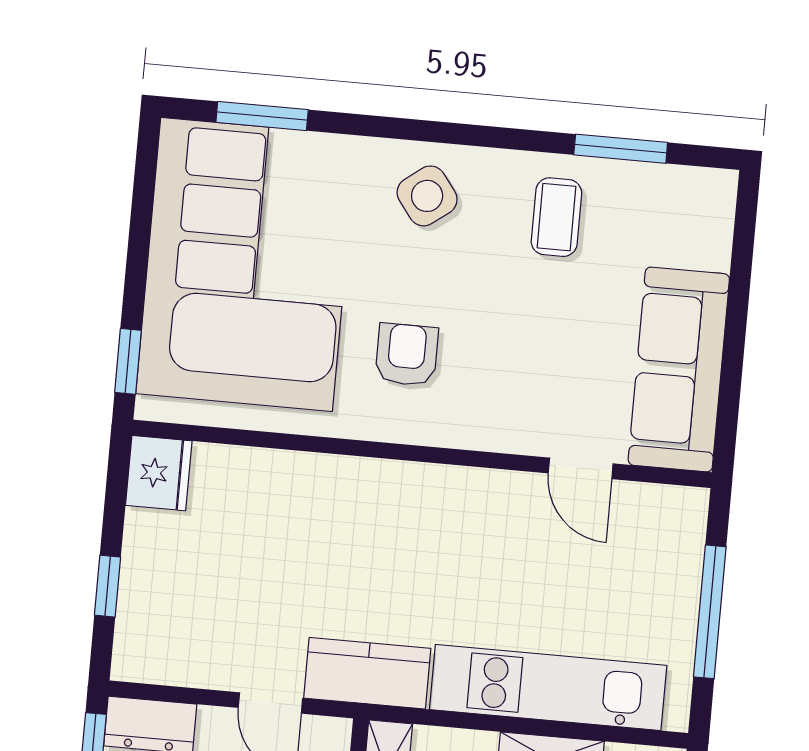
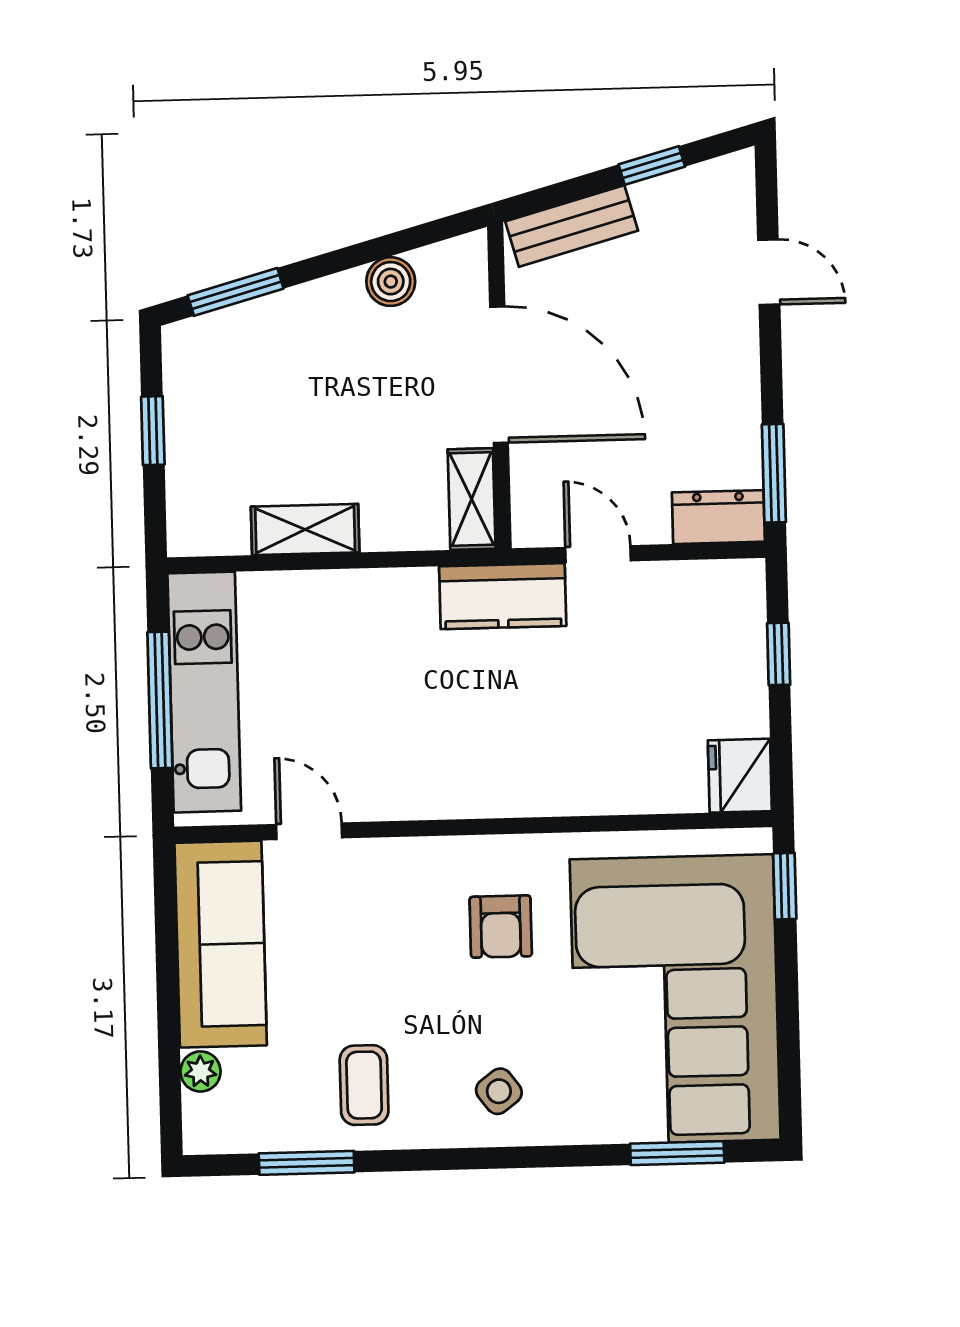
side table: (427, 196) -> (499, 1091), width x0.73, depth x0.73
plant: (713, 249) -> (201, 1071), added
kitchen unit: (548, 687) -> (204, 692), moved, turned -90

